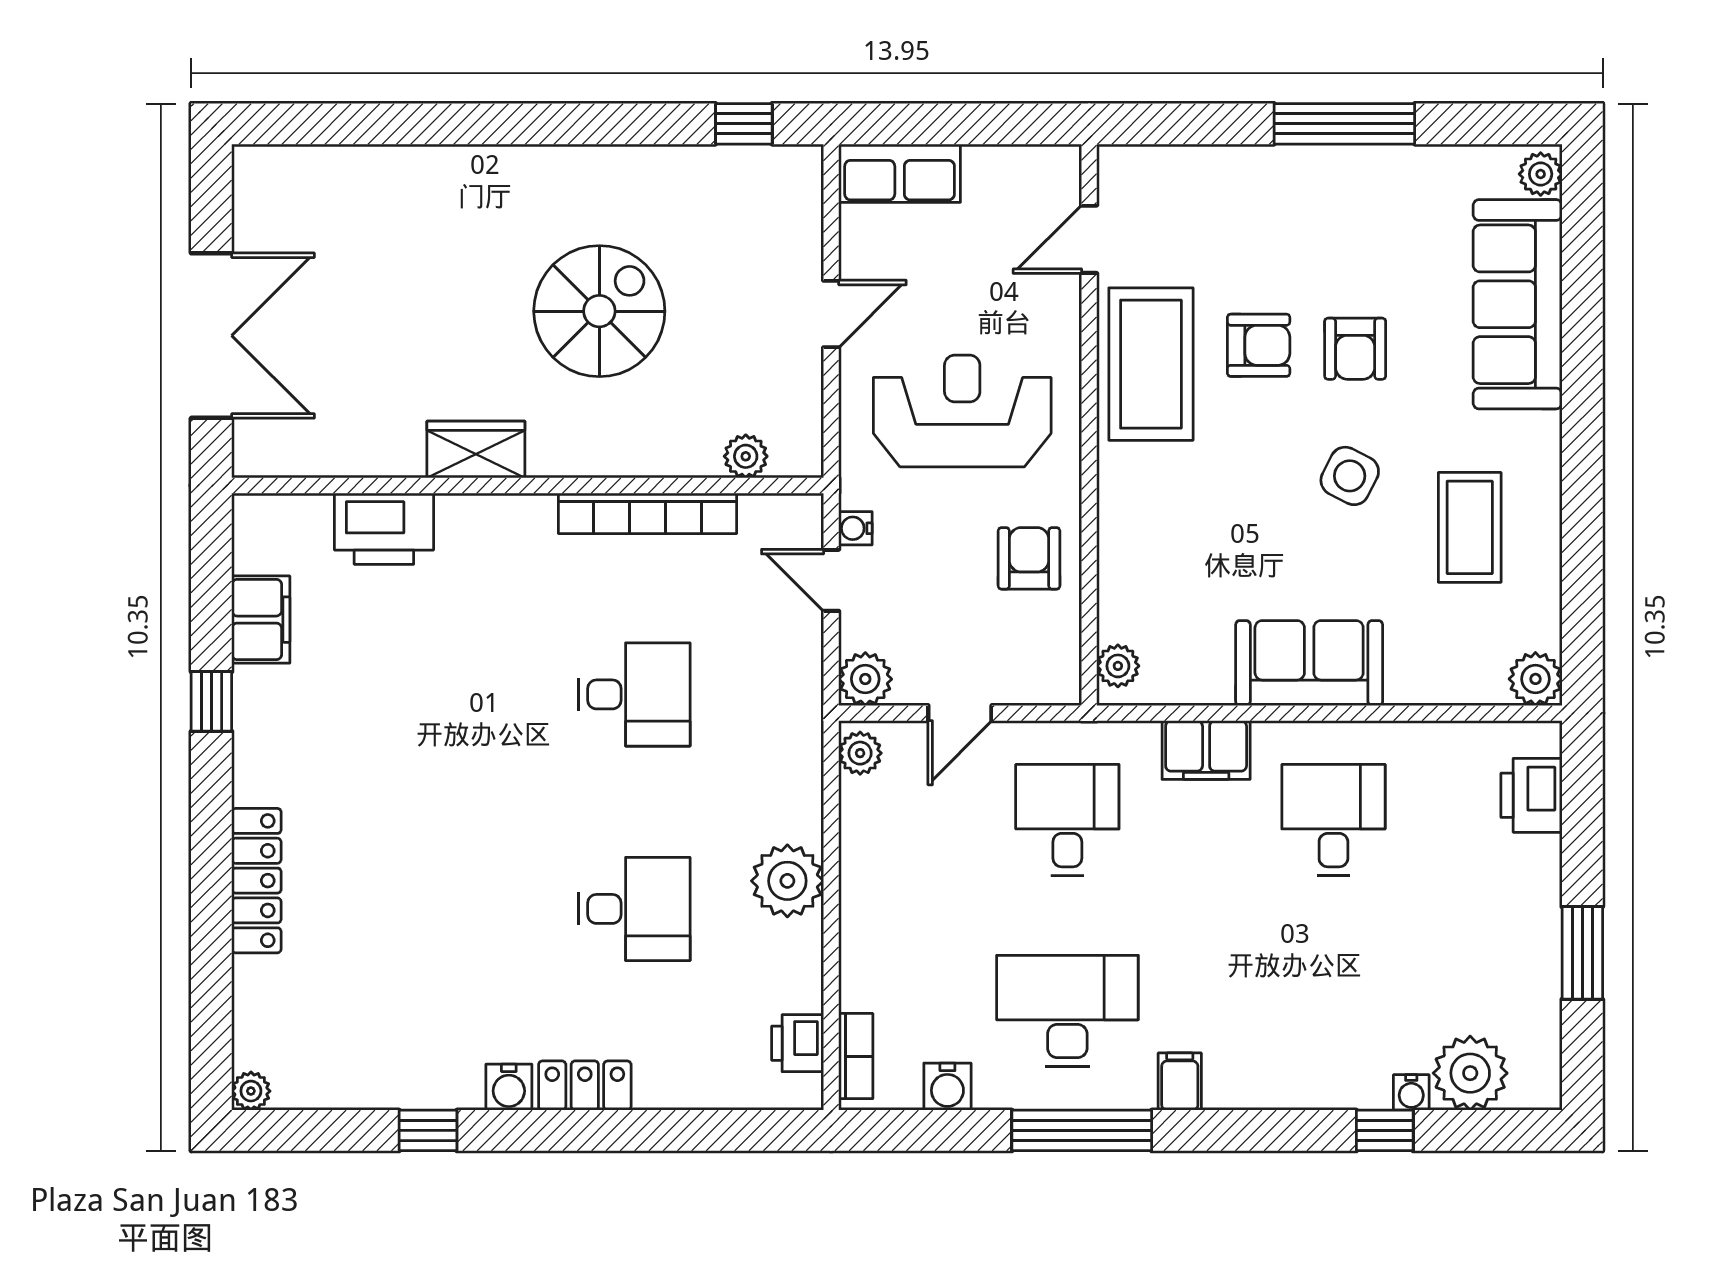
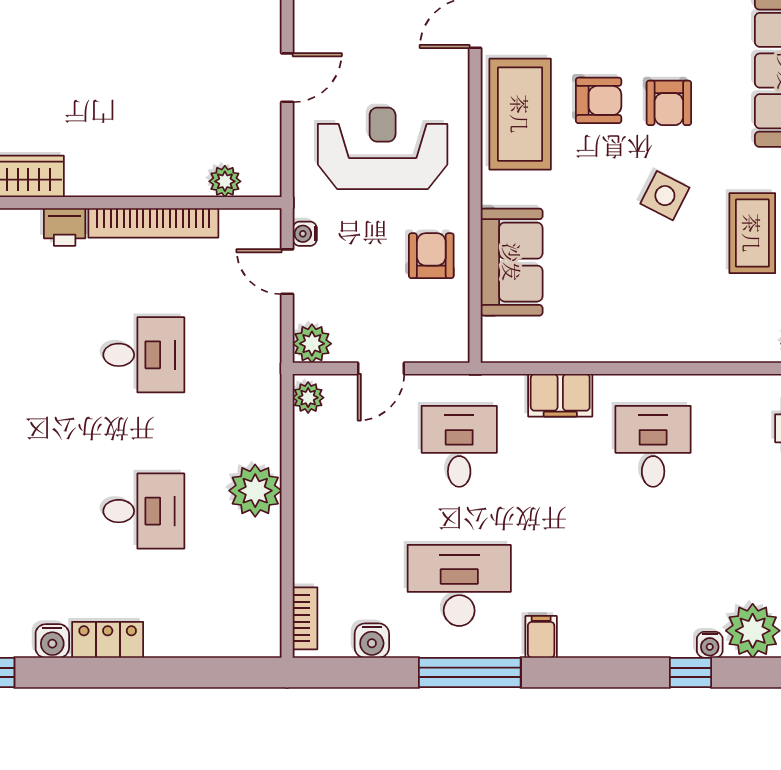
spiral stairs: (599, 311) -> (118, 76), removed
sofa: (1309, 663) -> (512, 262), moved, turned 90
plant: (1118, 666) -> (496, 334), removed
printer: (798, 1043) -> (65, 227), moved, turned -90

